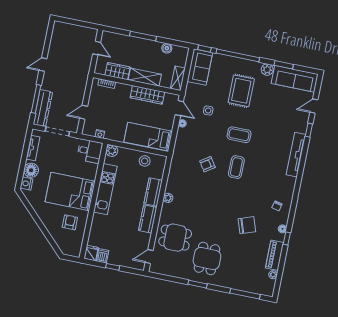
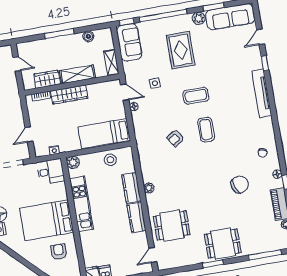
wardrobe: (147, 95) -> (69, 95), moved
dining table: (207, 259) -> (223, 243), moved, turned 90

